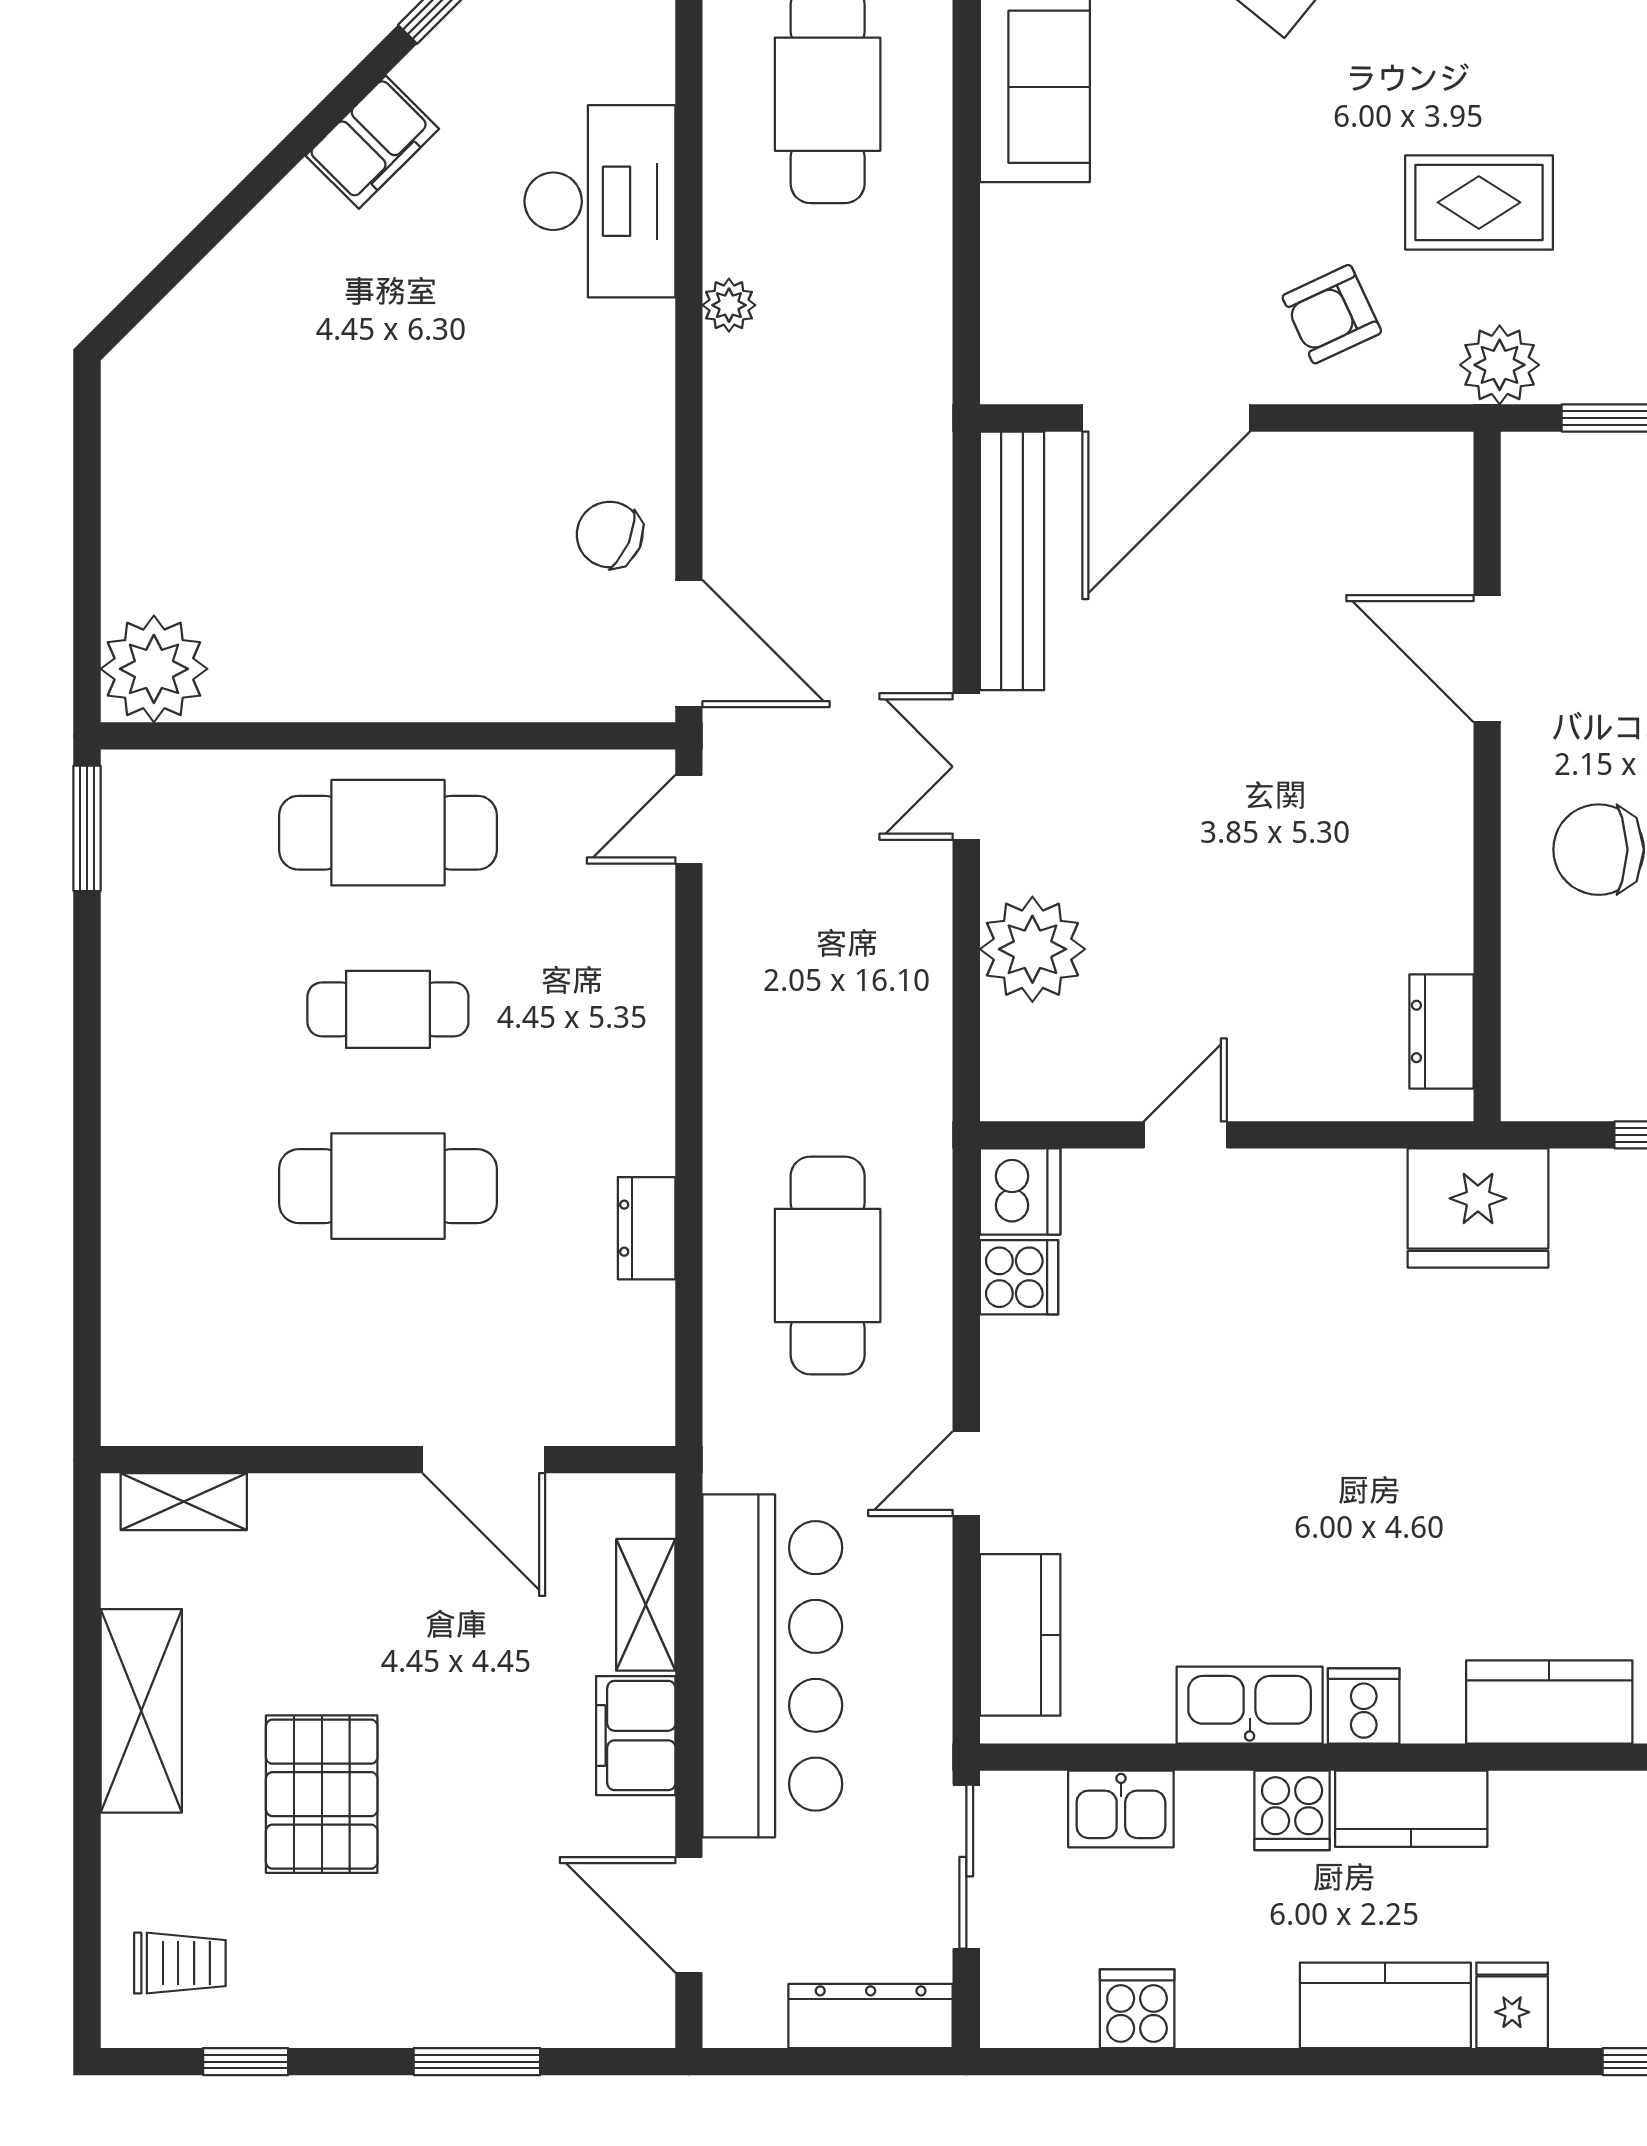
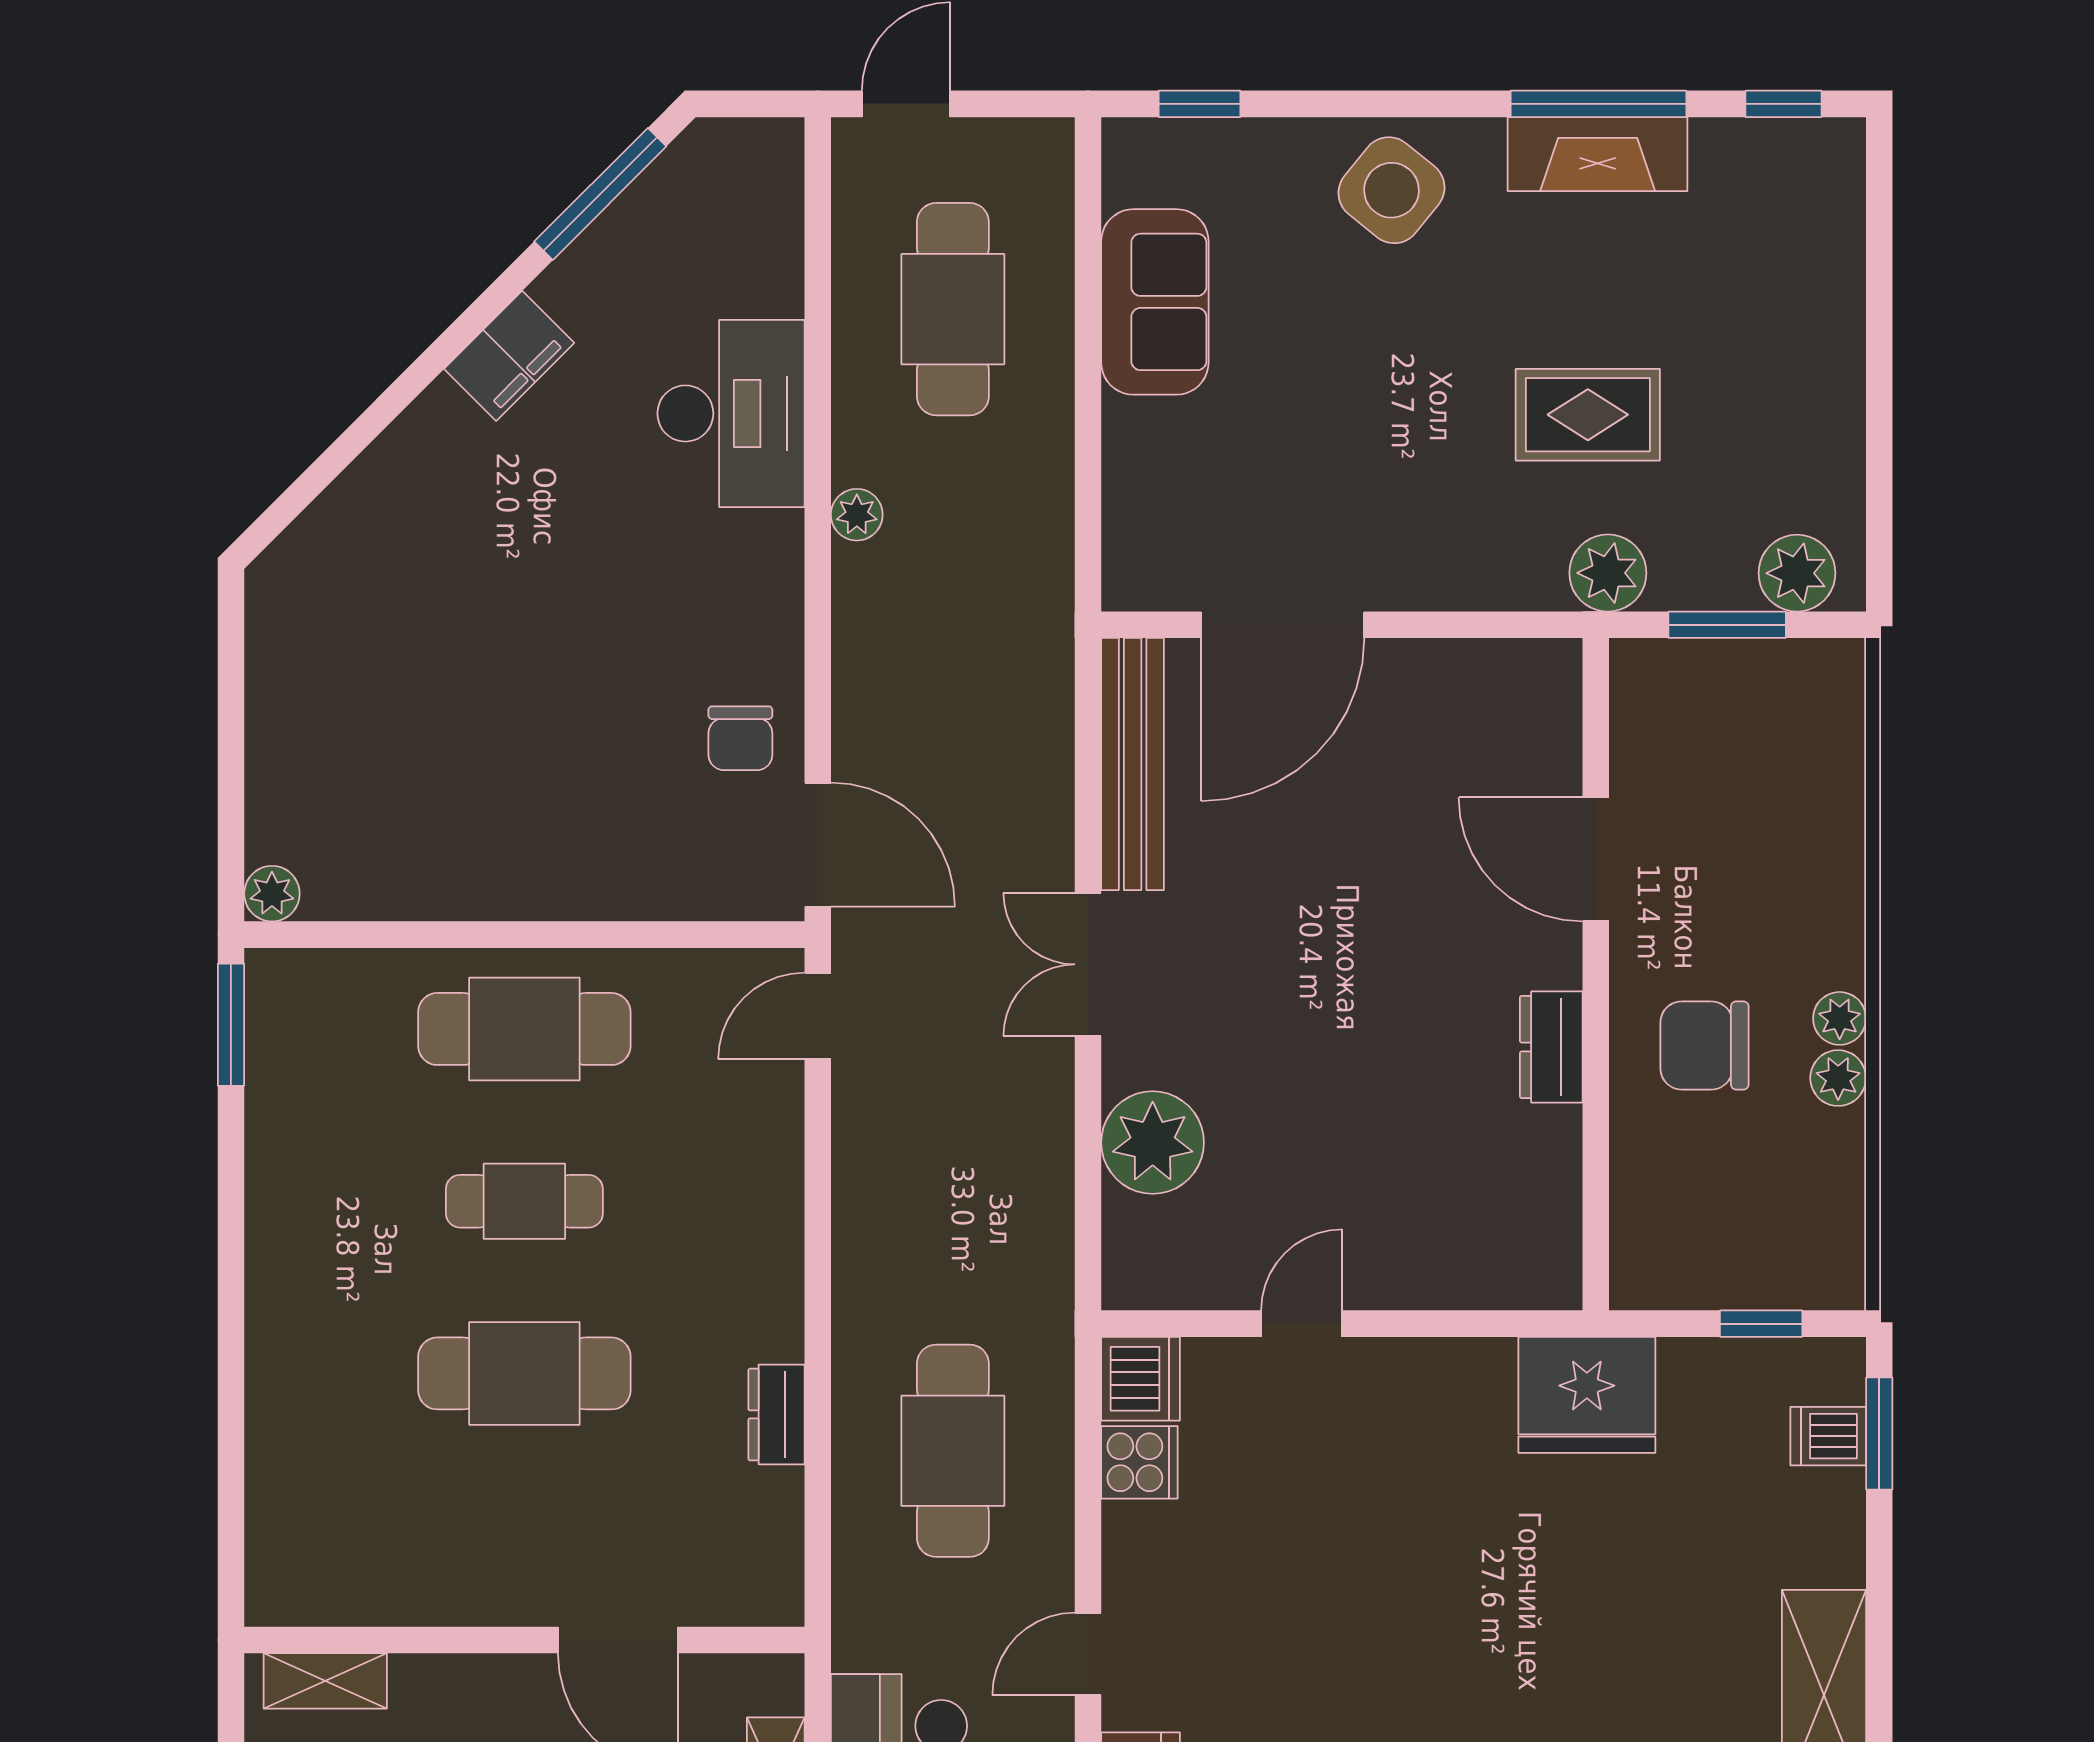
armchair: (1332, 314) -> (1444, 524), removed
chair: (610, 534) -> (740, 738), turned -113
plant: (154, 669) -> (272, 894), width x0.53, depth x0.53
dresser: (1441, 1031) -> (1551, 1047), moved

